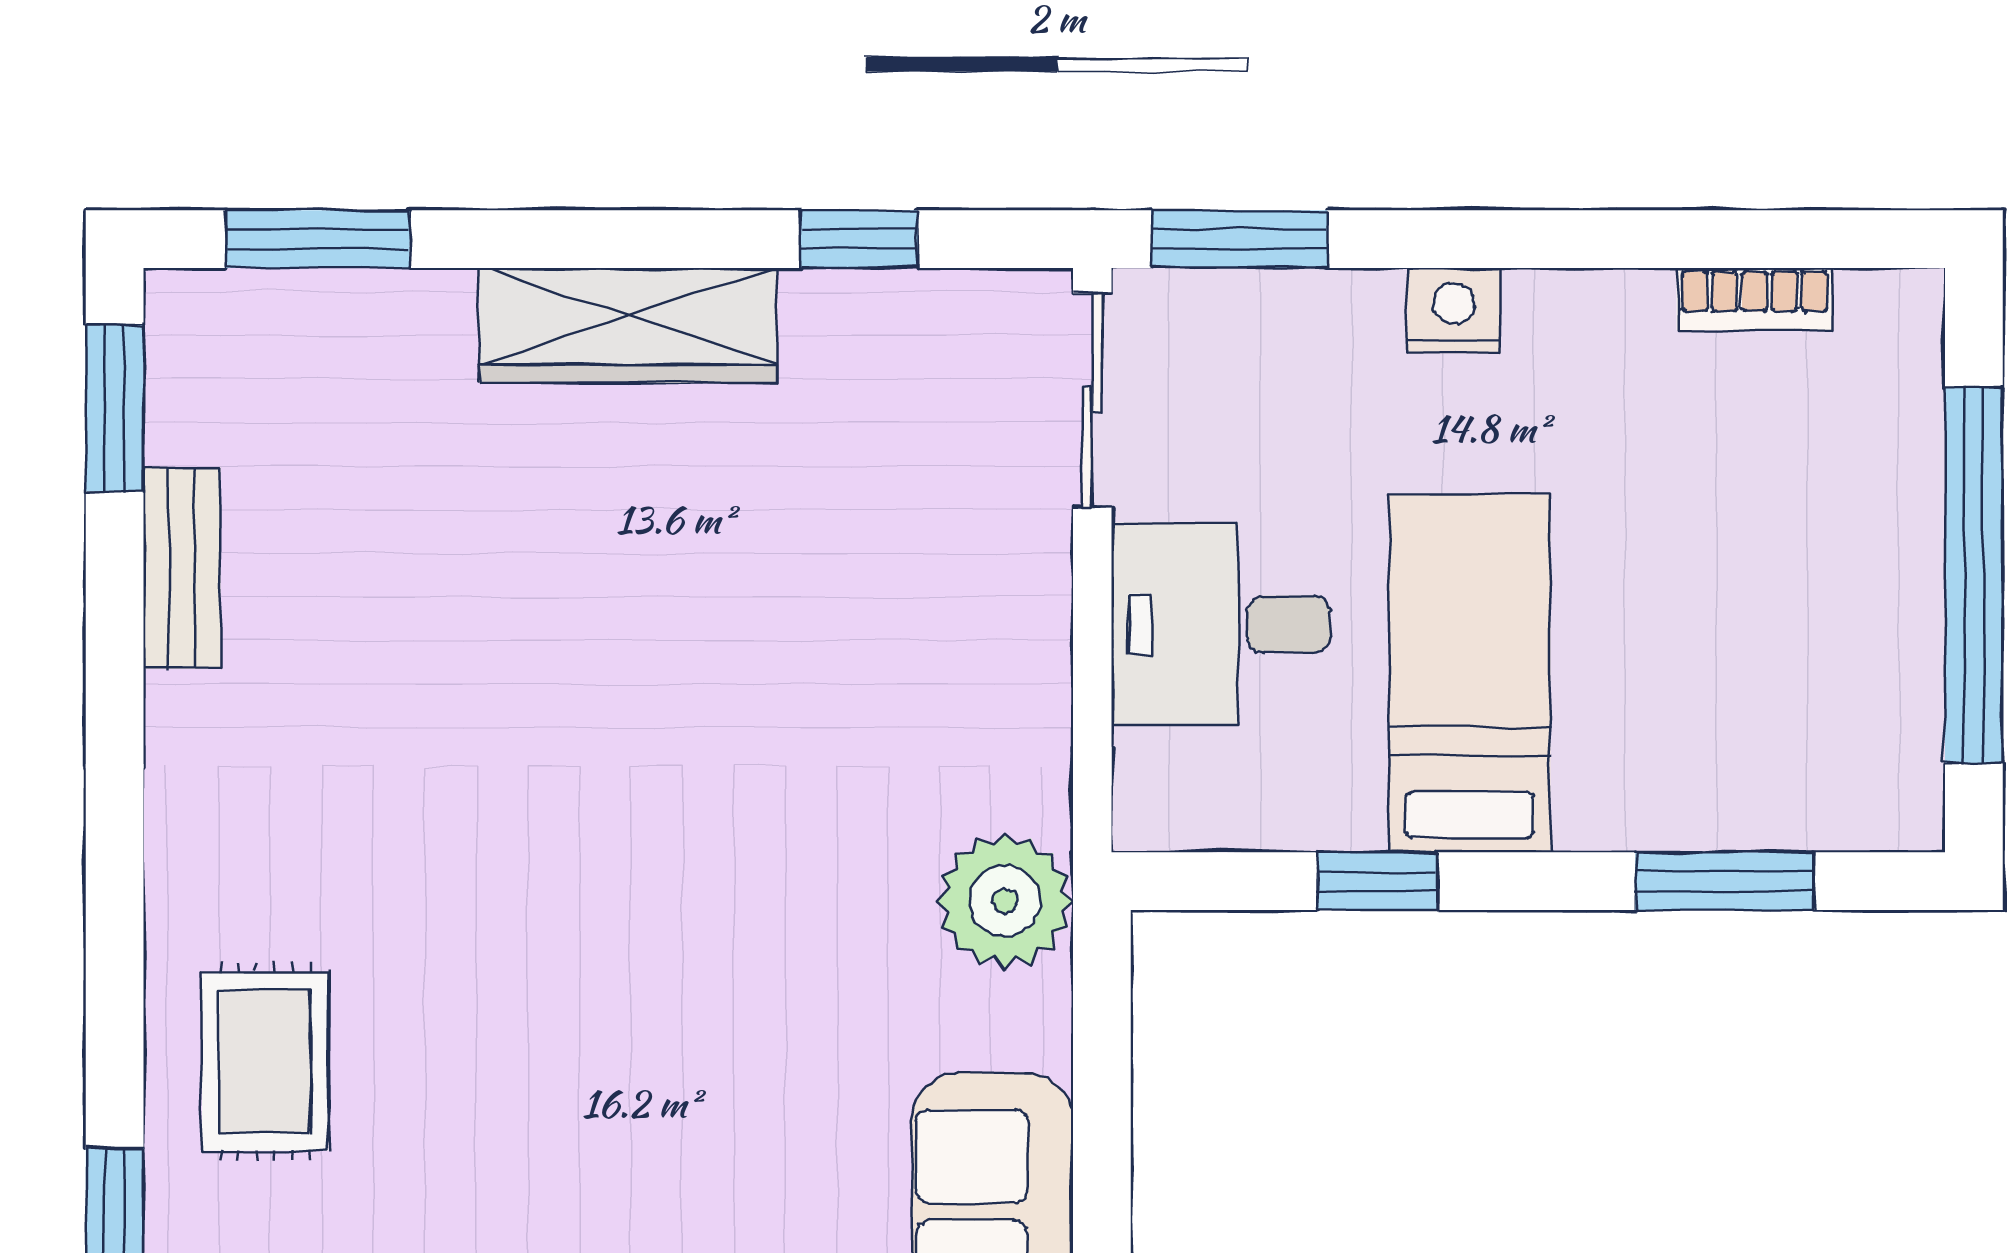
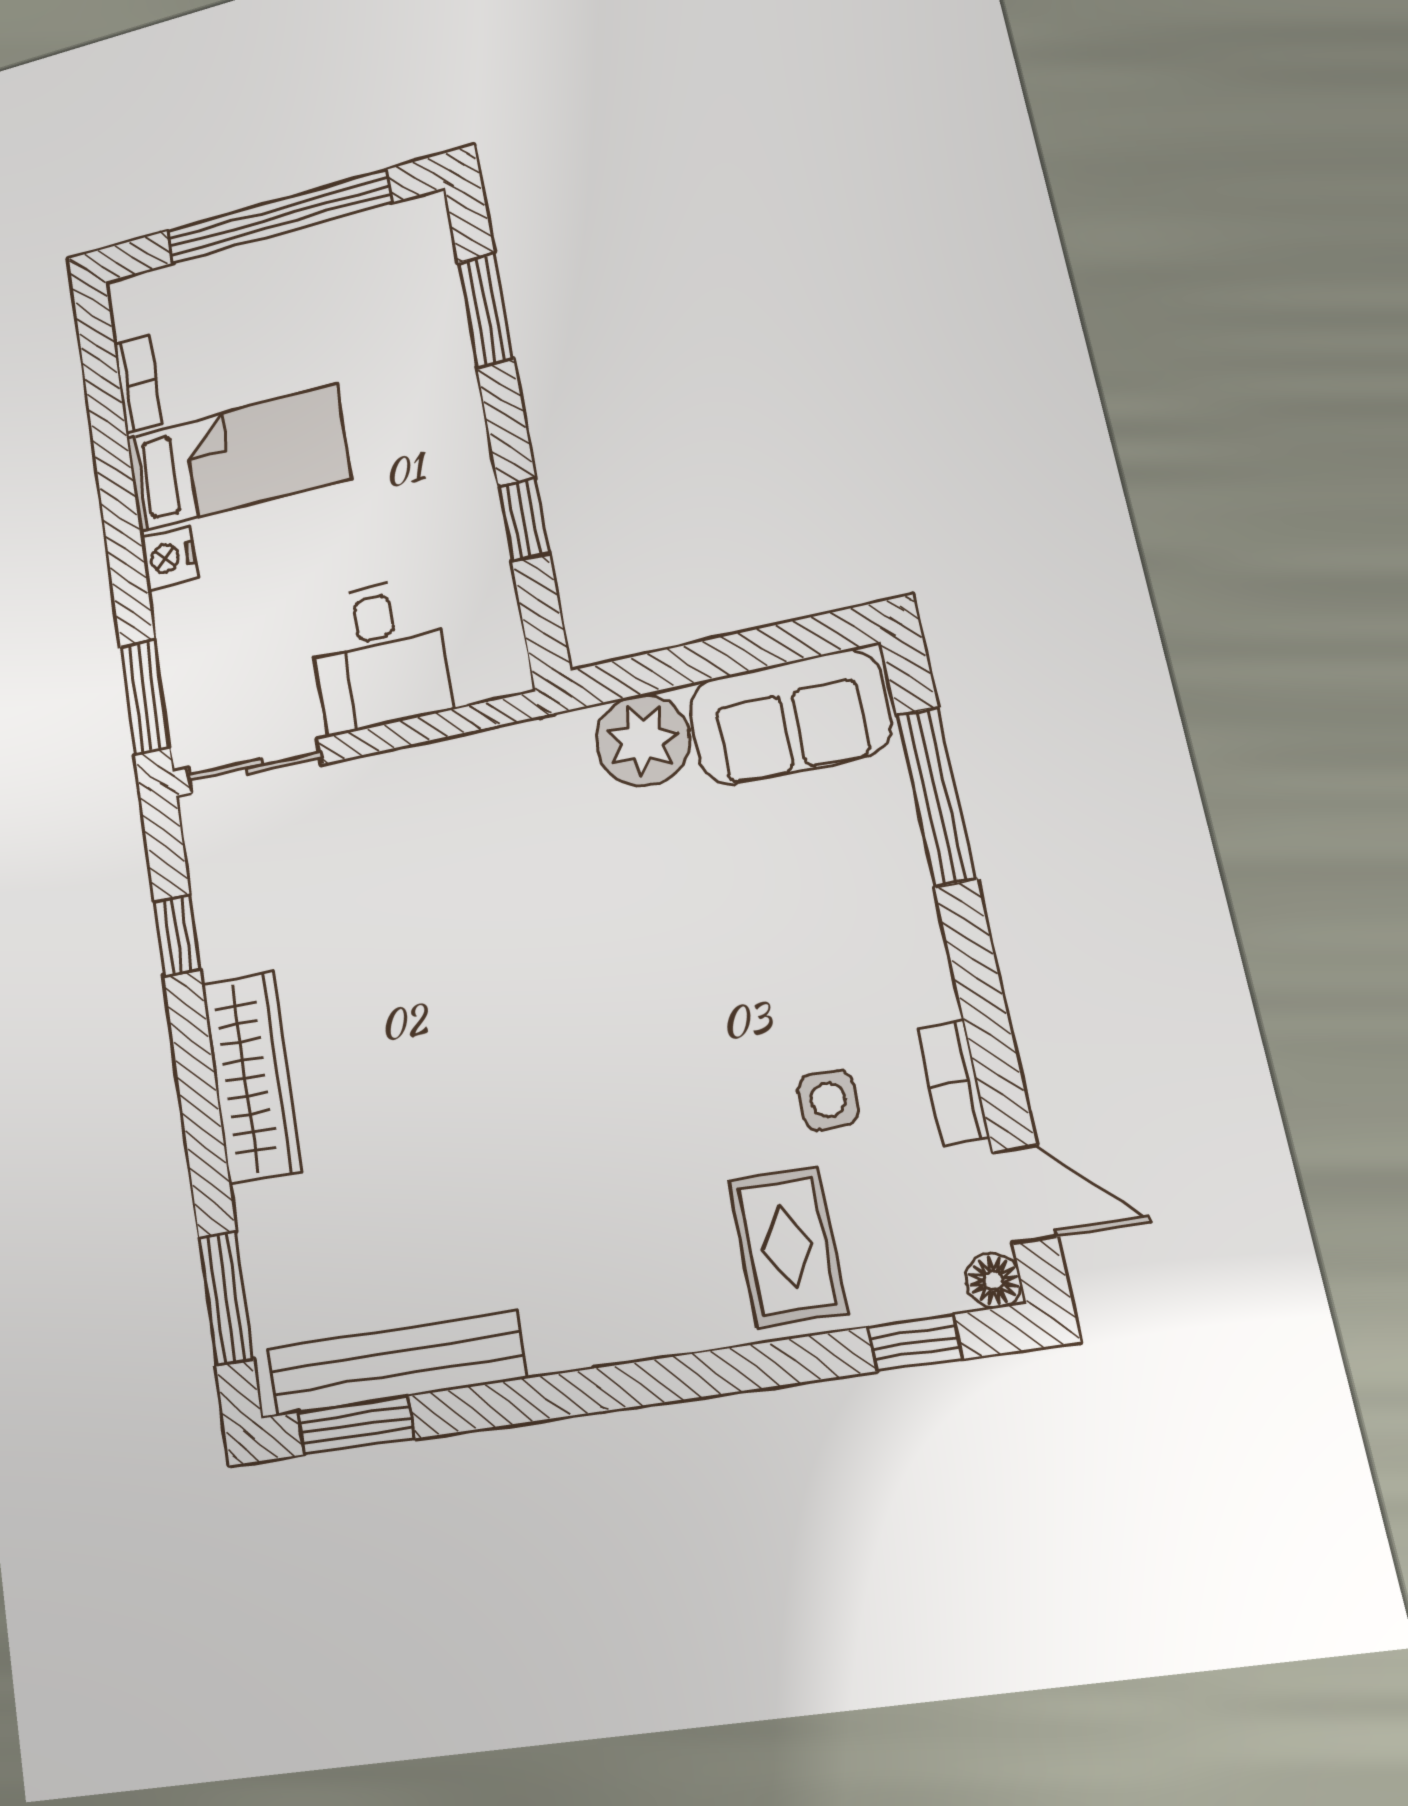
bench: (182, 568) -> (396, 1364), width x1.86, depth x1.21
bed: (1470, 673) -> (237, 458), moved, turned 180
plant: (1005, 901) -> (643, 740), moved
rug: (265, 1061) -> (787, 1246), turned 90
side table: (450, 1156) -> (828, 1100), added

